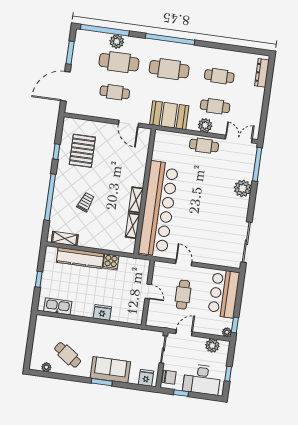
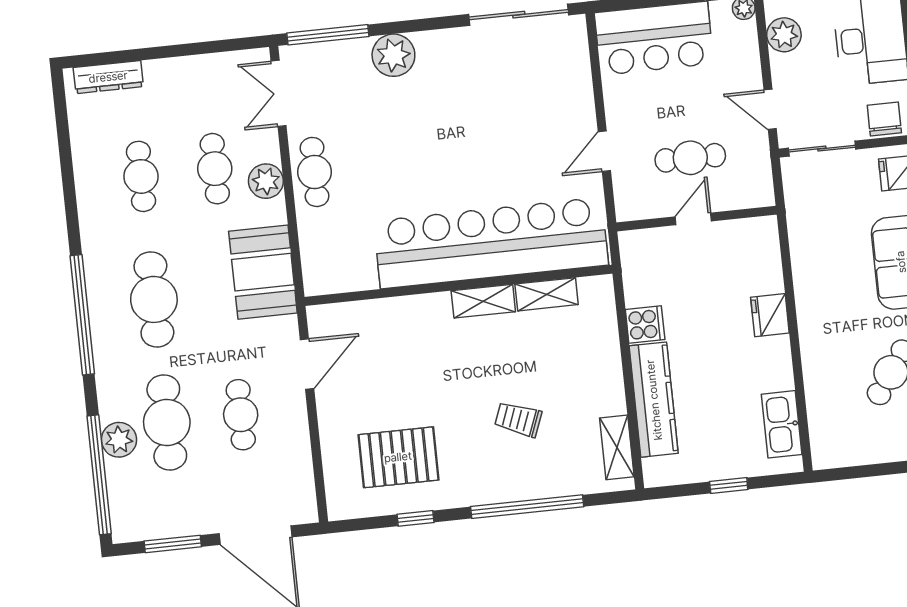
cafe table: (183, 295) -> (690, 158), moved

